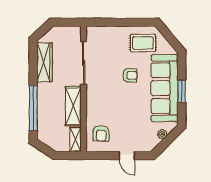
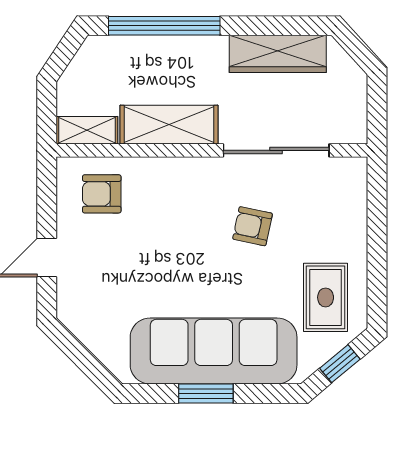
window: (170, 37) -> (340, 364), added
armchair: (130, 75) -> (253, 226), moved, turned 102
plant: (162, 134) -> (100, 345), removed

